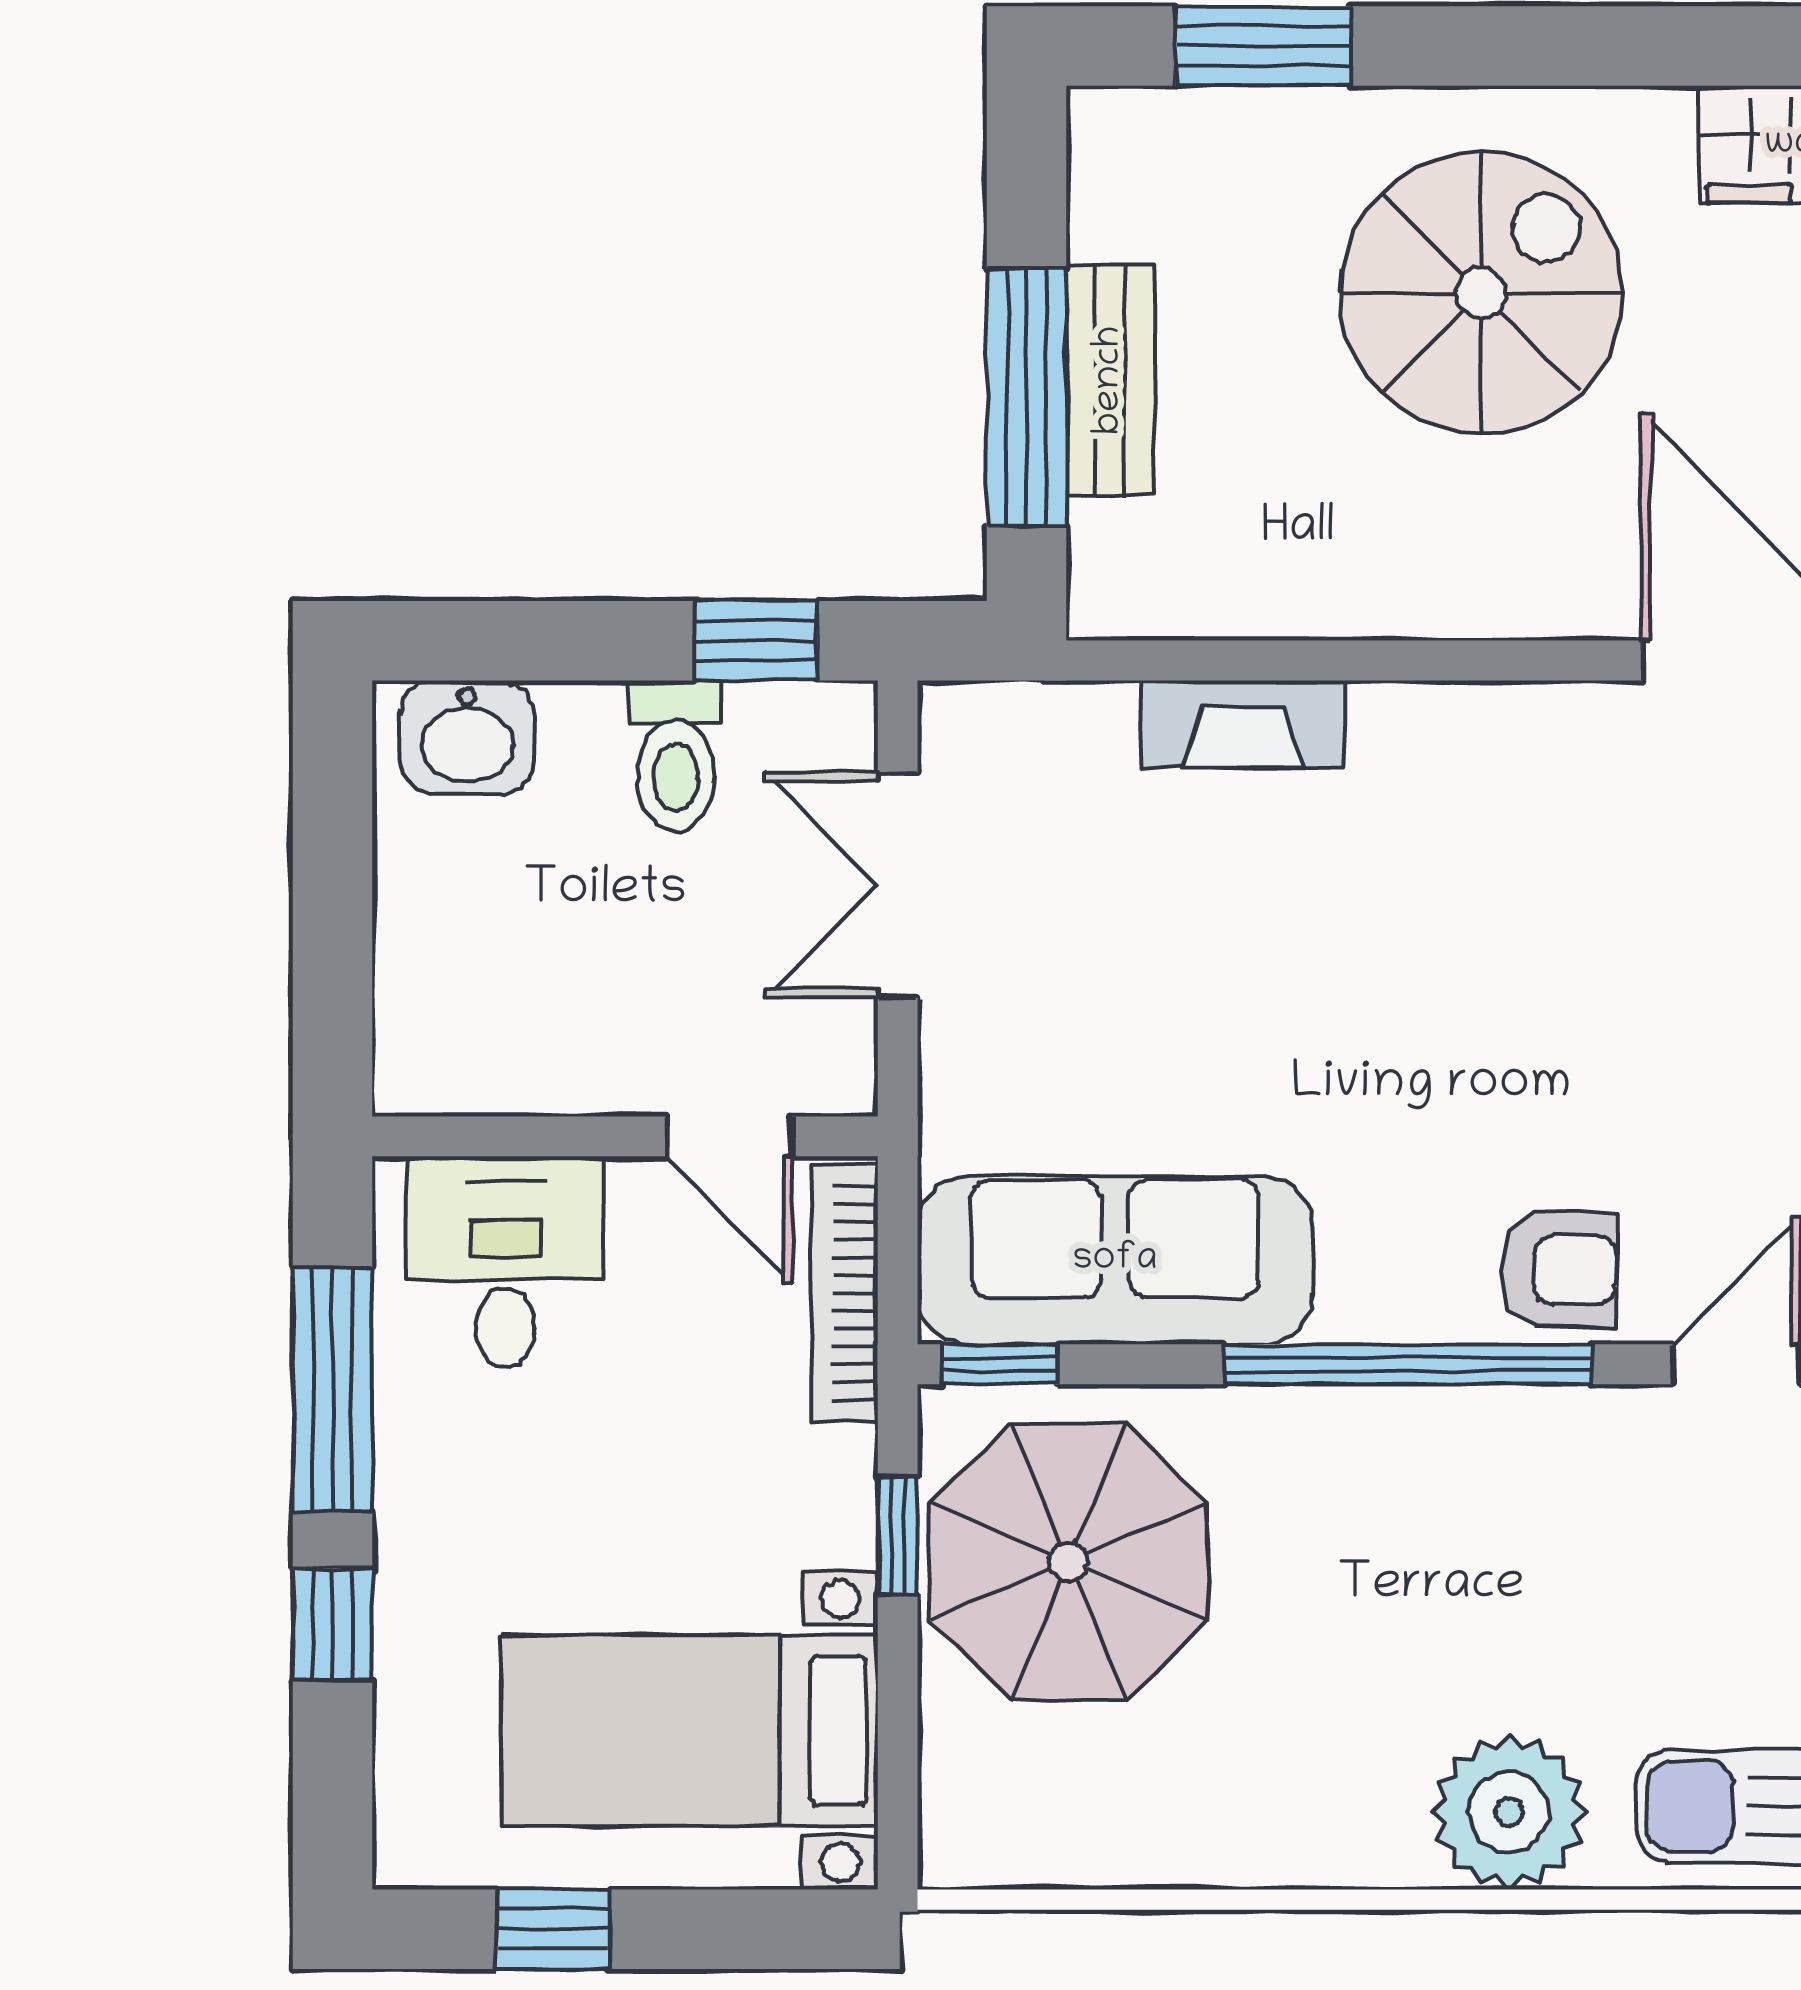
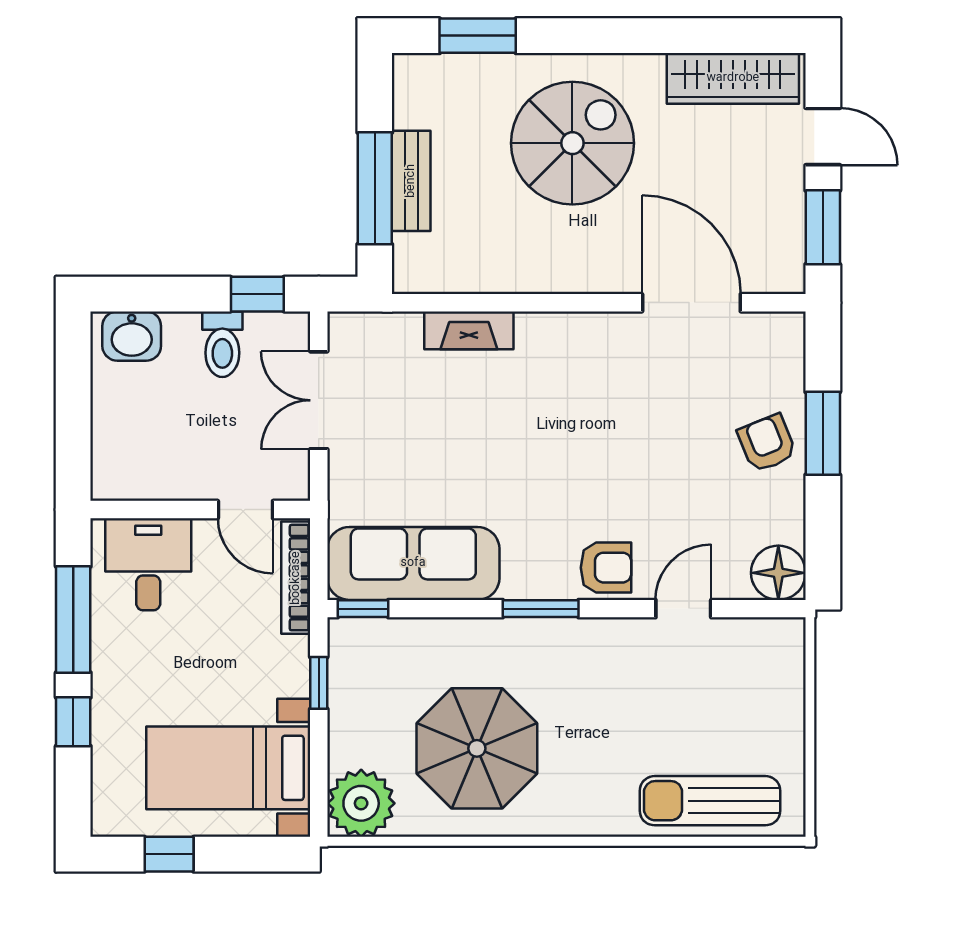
window: (1408, 1364) -> (541, 609), width x0.47
parasol: (1069, 1562) -> (477, 748), moved
plant: (1509, 1812) -> (361, 803), moved

